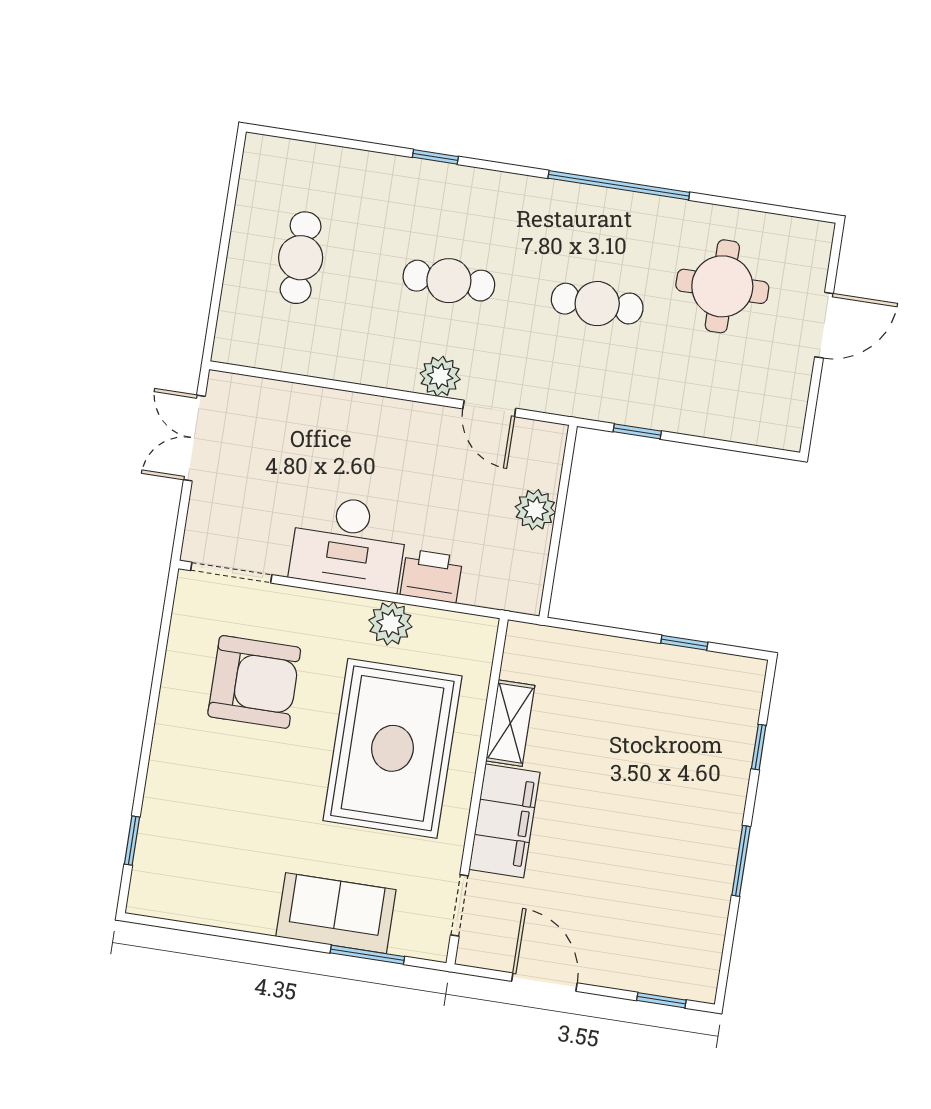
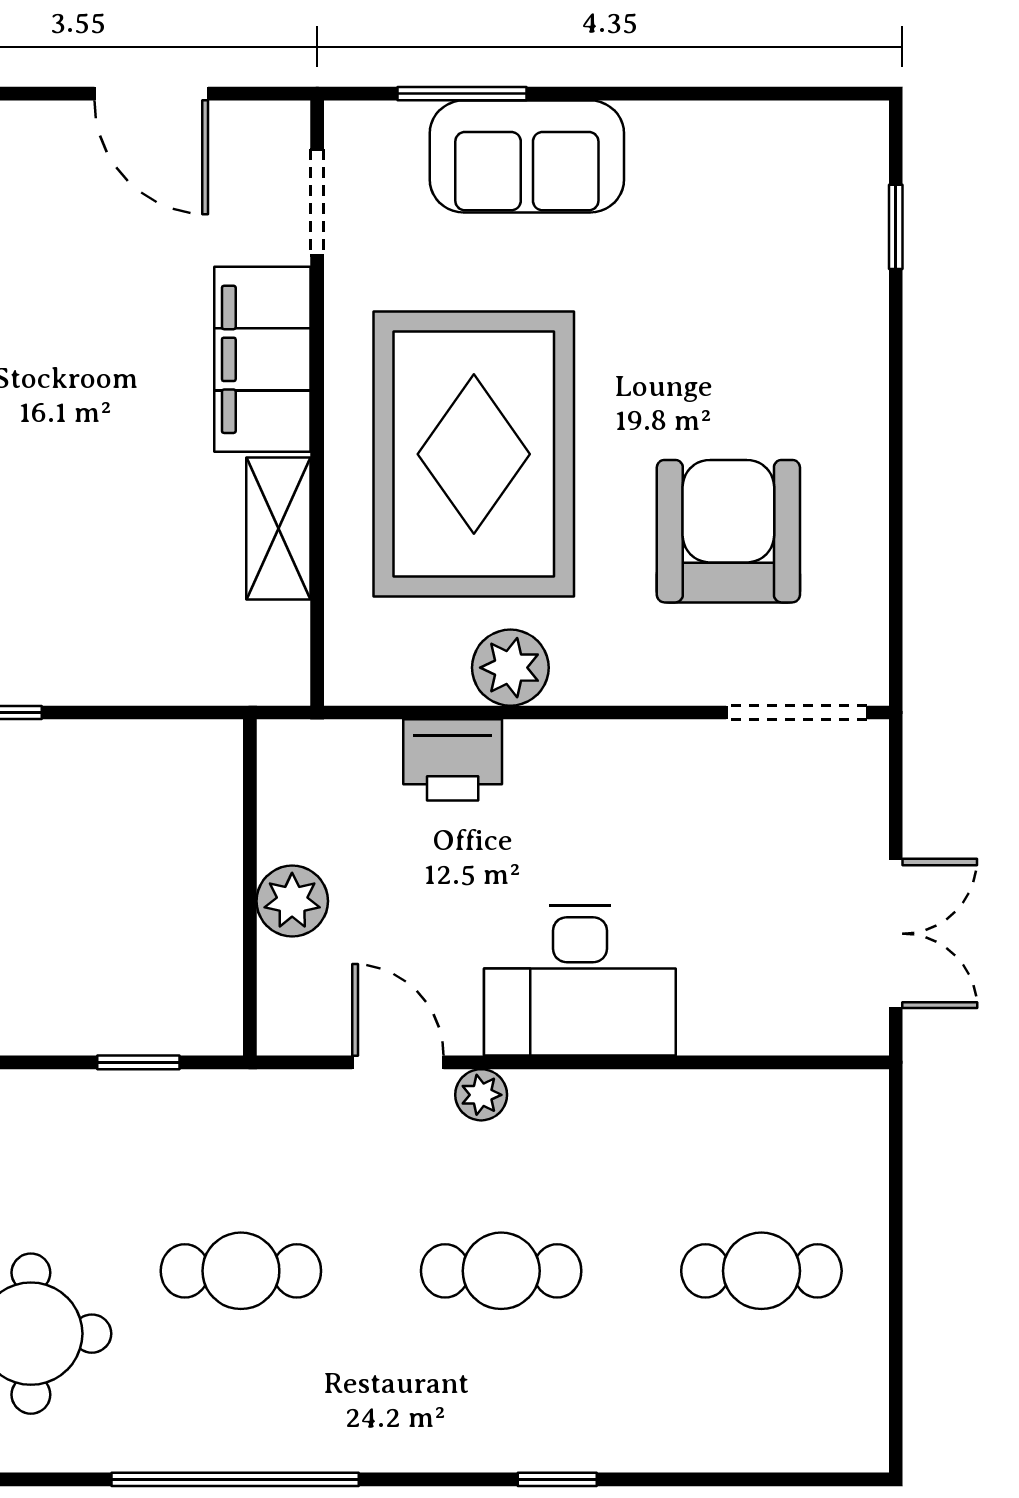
cafe table: (301, 258) -> (761, 1271), turned 90
plant: (440, 376) -> (481, 1095), width x0.73, depth x0.73
desk: (349, 543) -> (580, 980), moved, turned 180
armchair: (254, 682) -> (728, 531), turned 90

